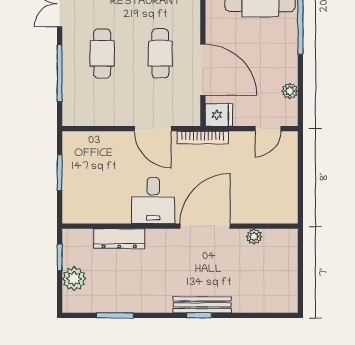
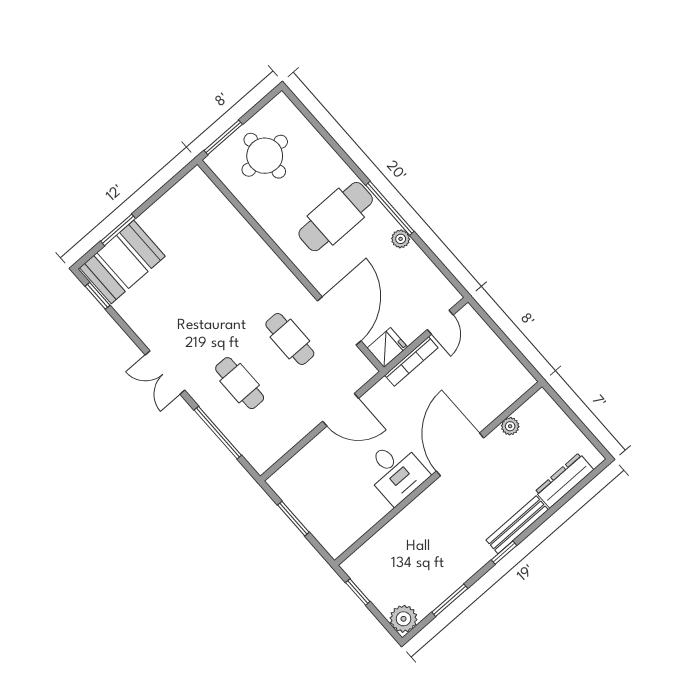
door: (203, 70) -> (339, 321), hinge flipped
plant: (290, 91) -> (401, 239), moved
bookcase: (203, 138) -> (411, 361), moved
dresser: (119, 239) -> (564, 481), moved, turned 180
plant: (74, 279) -> (403, 619), moved
window: (199, 315) -> (504, 553), moved

